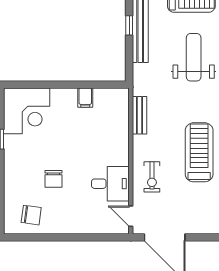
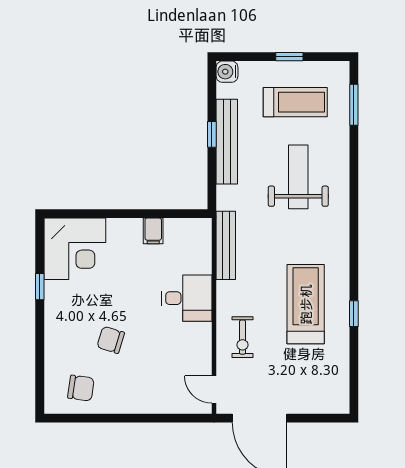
bench: (140, 115) -> (226, 245), width x1.36
chair: (54, 179) -> (111, 340), turned 107
desk: (110, 184) -> (187, 298), moved

